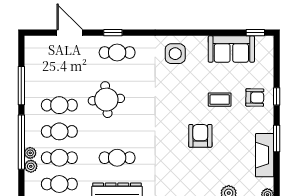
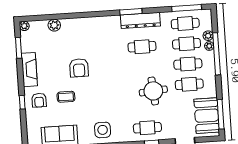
booth: (39, 63) -> (207, 116), added
window: (21, 86) -> (221, 114), moved
armchair: (255, 97) -> (39, 100), turned -91
window: (277, 138) -> (19, 48), moved
fireplace: (265, 155) -> (29, 70), moved

